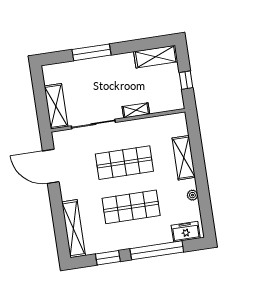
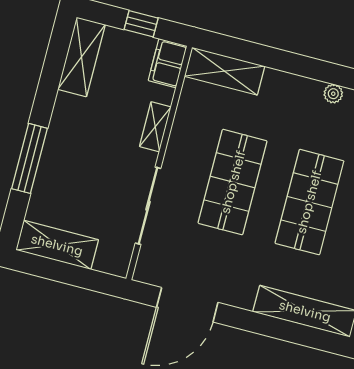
filing cabinet: (172, 103) -> (168, 63), added
shelving: (56, 106) -> (57, 245), moved
shelving: (184, 158) -> (225, 71), moved

